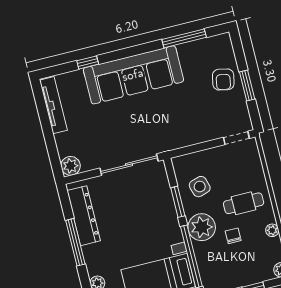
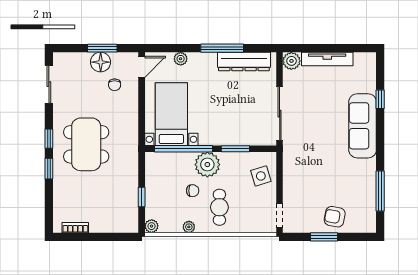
sofa: (133, 75) -> (363, 126), width x0.74, depth x0.79
tv unit: (53, 105) -> (327, 59), moved
side table: (200, 187) -> (261, 176), moved

